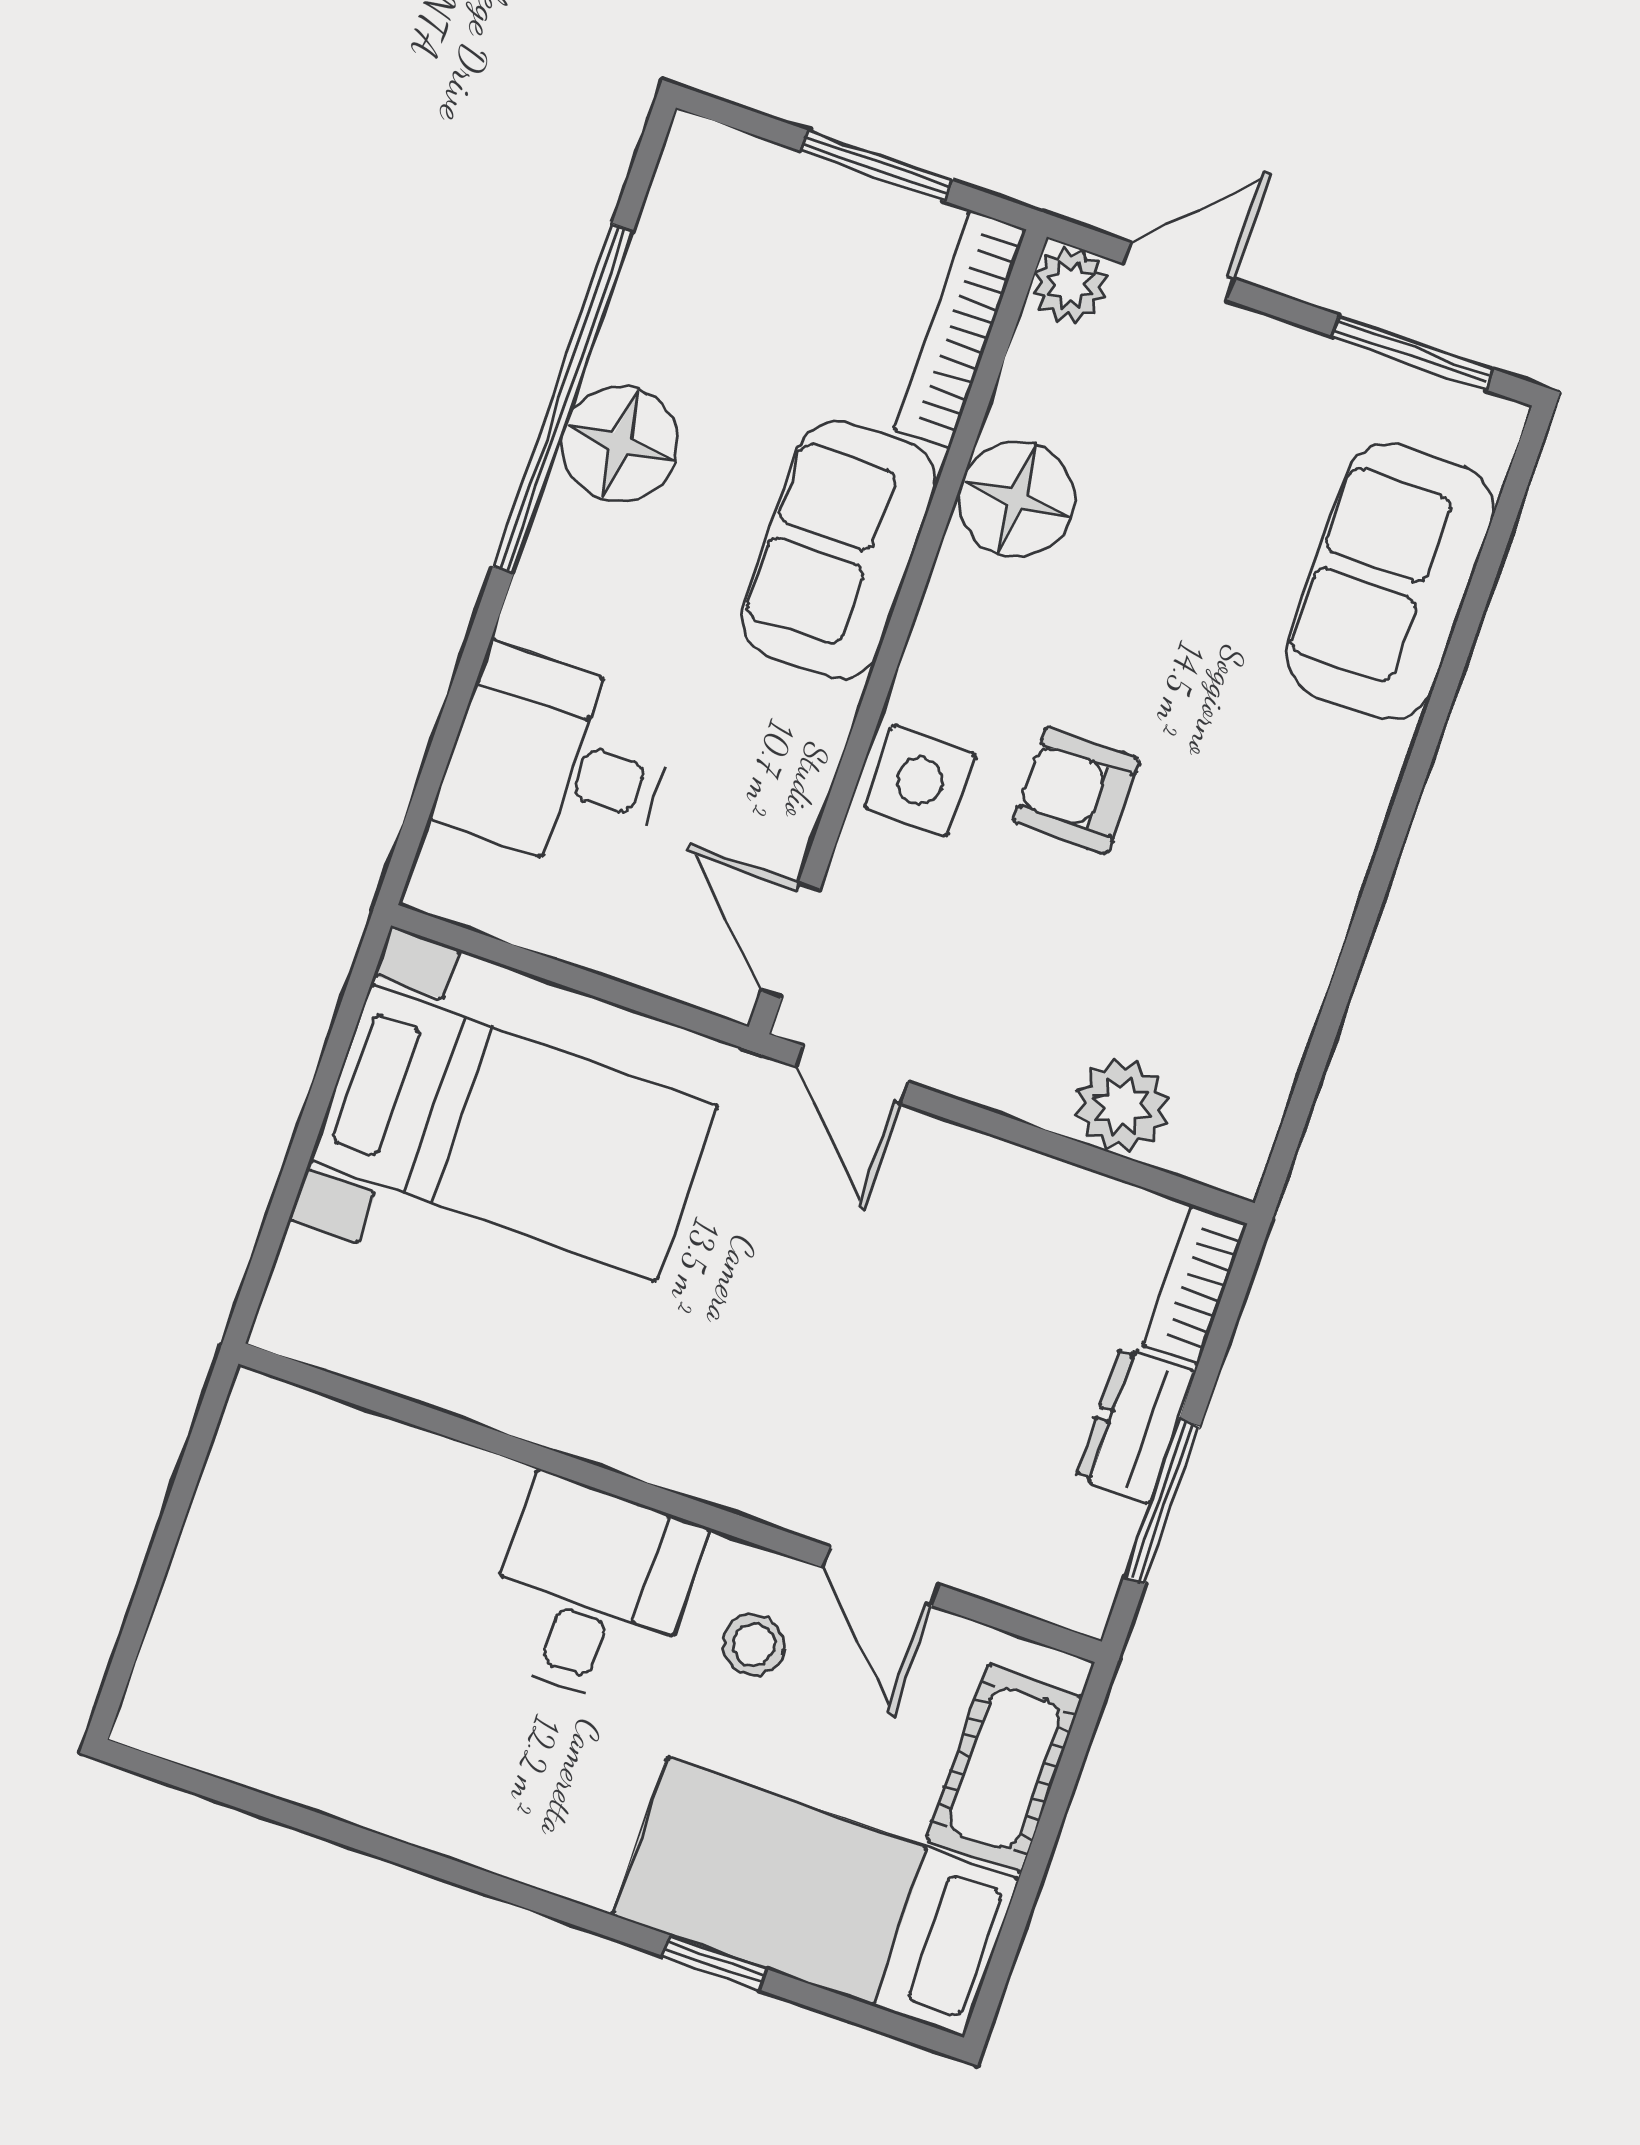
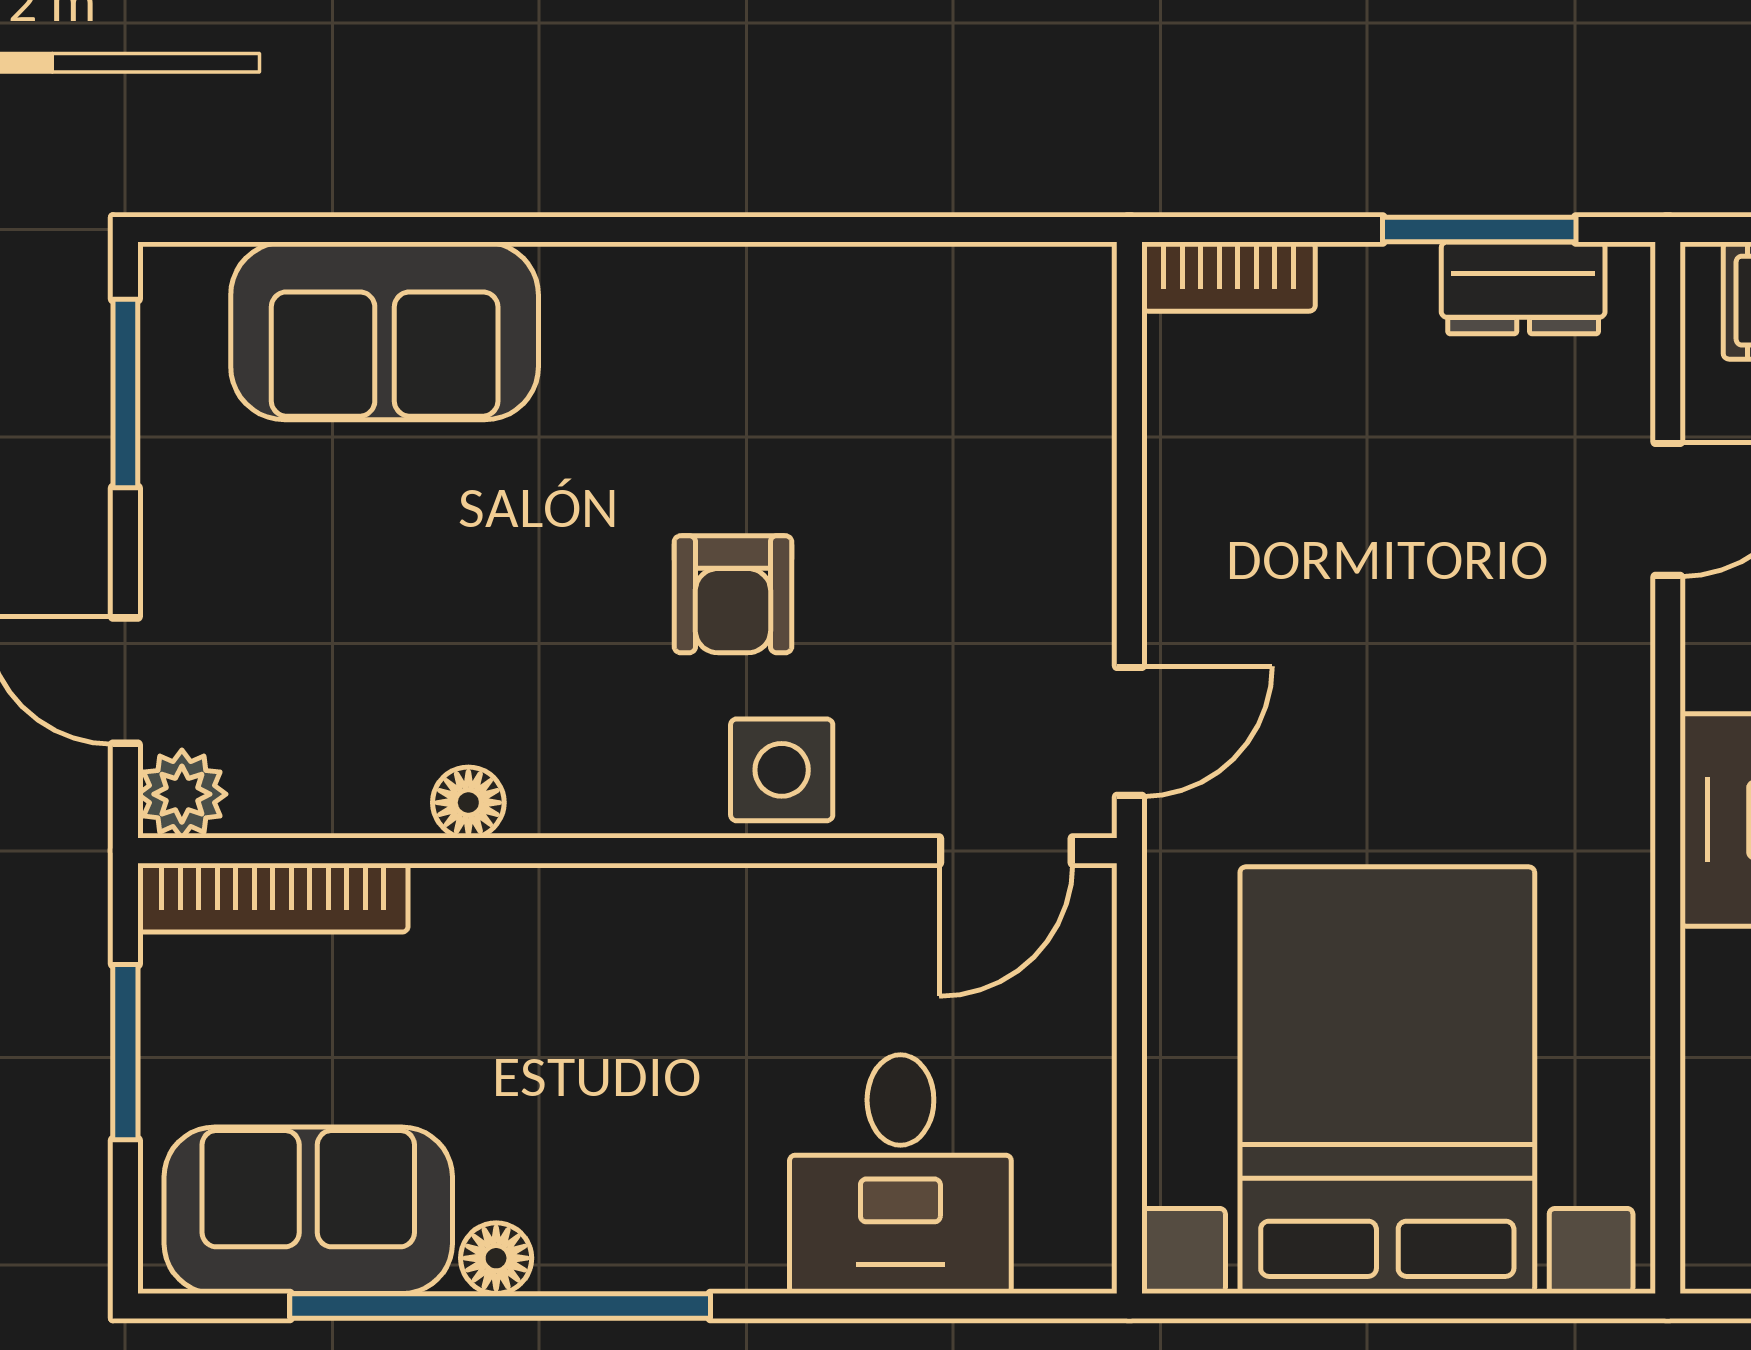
floor lamp: (620, 444) -> (496, 1258), width x0.53, depth x0.53
floor lamp: (1017, 499) -> (468, 803), width x0.53, depth x0.53
sofa: (839, 550) -> (308, 1210), moved, turned 180
plant: (1122, 1106) -> (1062, 424), removed
bed with nightstands: (514, 1133) -> (1387, 1080), width x1.36
dresser: (1135, 1425) -> (1523, 288), moved

